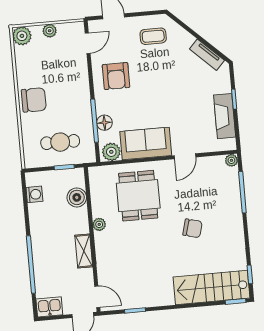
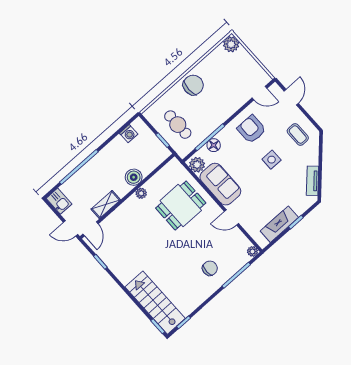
plant: (50, 31) -> (249, 61), removed
armchair: (116, 76) -> (252, 129), turned 90
side table: (158, 78) -> (272, 160), added
chair: (34, 100) -> (193, 85), turned -90
boiler: (77, 197) -> (134, 177), moved
chair: (193, 228) -> (210, 268), moved, turned -105
shelving: (84, 251) -> (106, 205), moved

